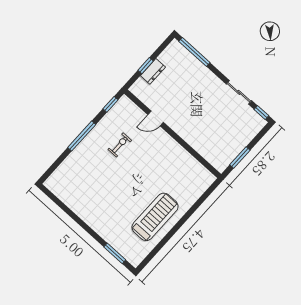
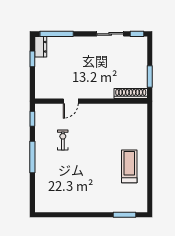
window: (146, 66) -> (32, 59), moved
dresser: (153, 71) -> (41, 47), moved
shoe rack: (211, 157) -> (131, 94), added
treadmill: (155, 217) -> (129, 166), width x0.73, depth x0.73

